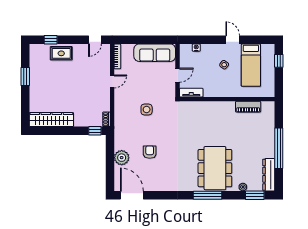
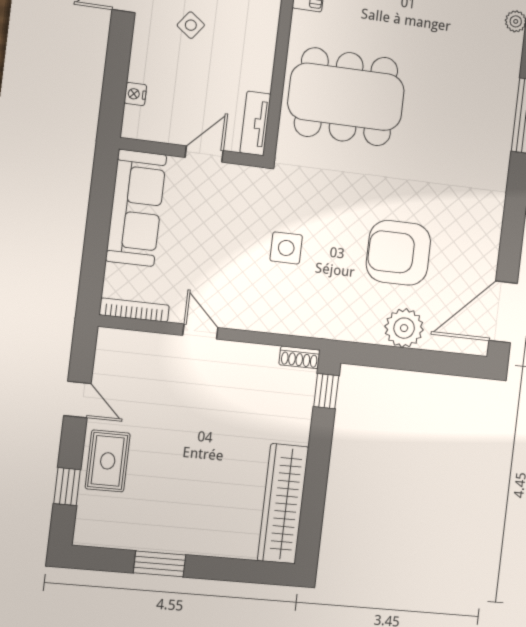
door: (95, 40) -> (77, 400), moved
door: (178, 75) -> (204, 154), hinge flipped
armchair: (150, 152) -> (398, 253), width x1.88, depth x1.88
dining table: (215, 168) -> (346, 97), moved

